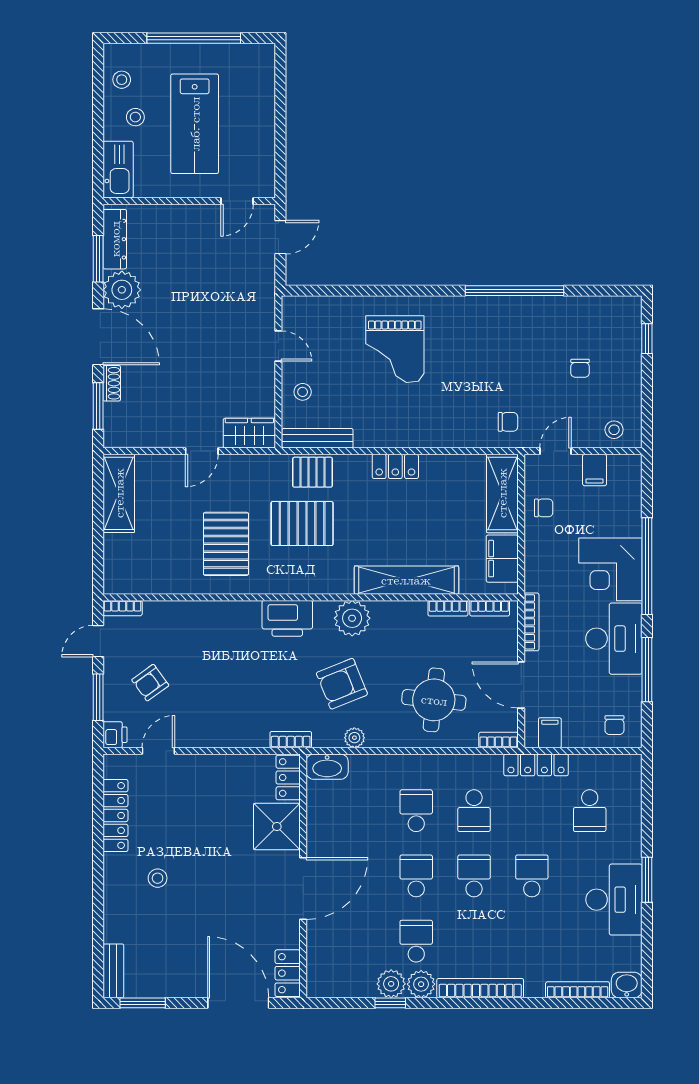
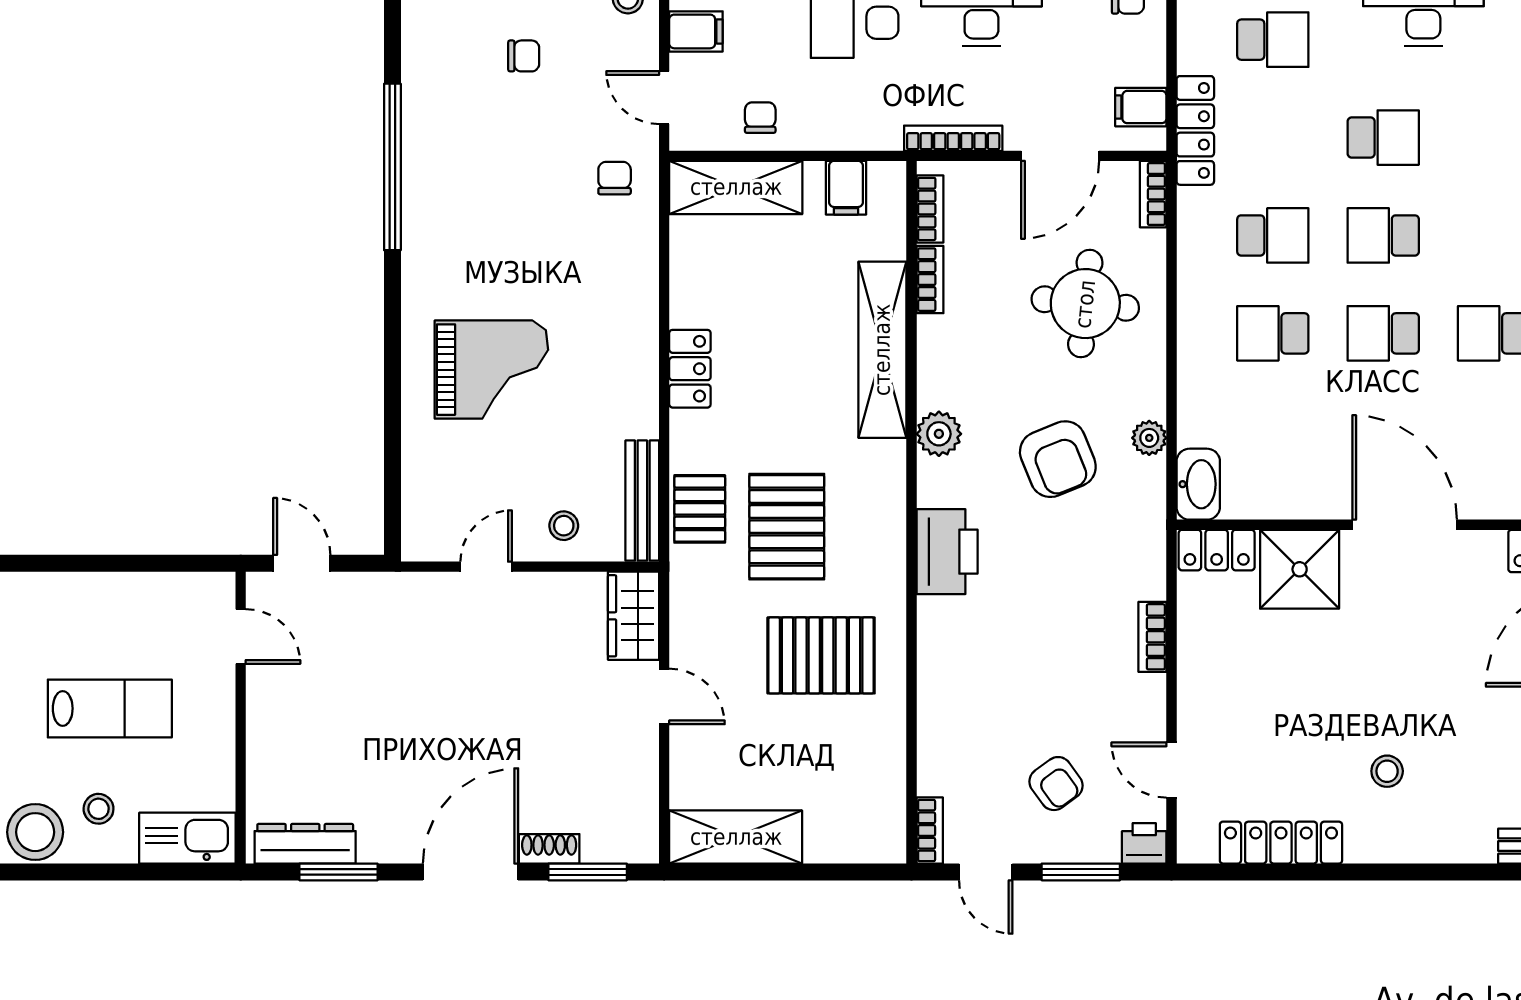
stool: (122, 80) -> (35, 832), width x1.89, depth x1.89
lab bench: (195, 124) -> (110, 708), width x0.73, depth x0.72
plant: (122, 290) -> (391, 832), removed
filing cabinet: (502, 559) -> (846, 188), width x0.50
plant: (352, 618) -> (939, 434), width x0.73, depth x0.73
bookcase: (291, 740) -> (1152, 637), moved
school desk: (532, 876) -> (1383, 138), turned 180

